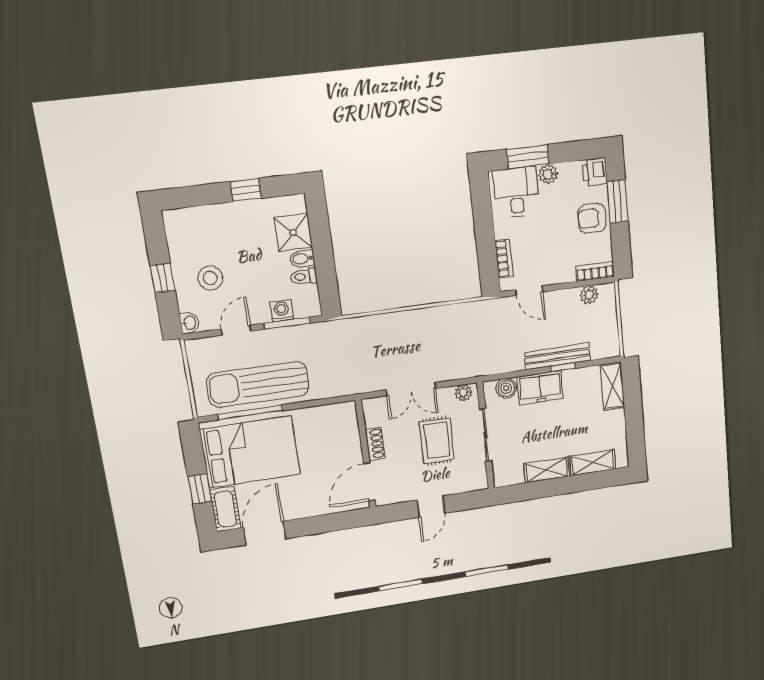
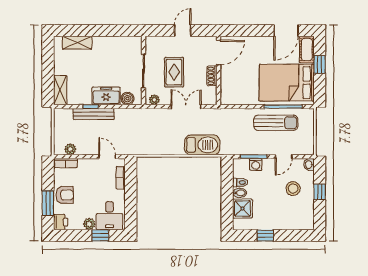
window: (528, 157) -> (100, 235), width x0.67
barbecue: (376, 331) -> (202, 145), added
sun lounger: (258, 384) -> (276, 123), width x0.73, depth x0.75
shelving: (547, 470) -> (107, 42), removed

